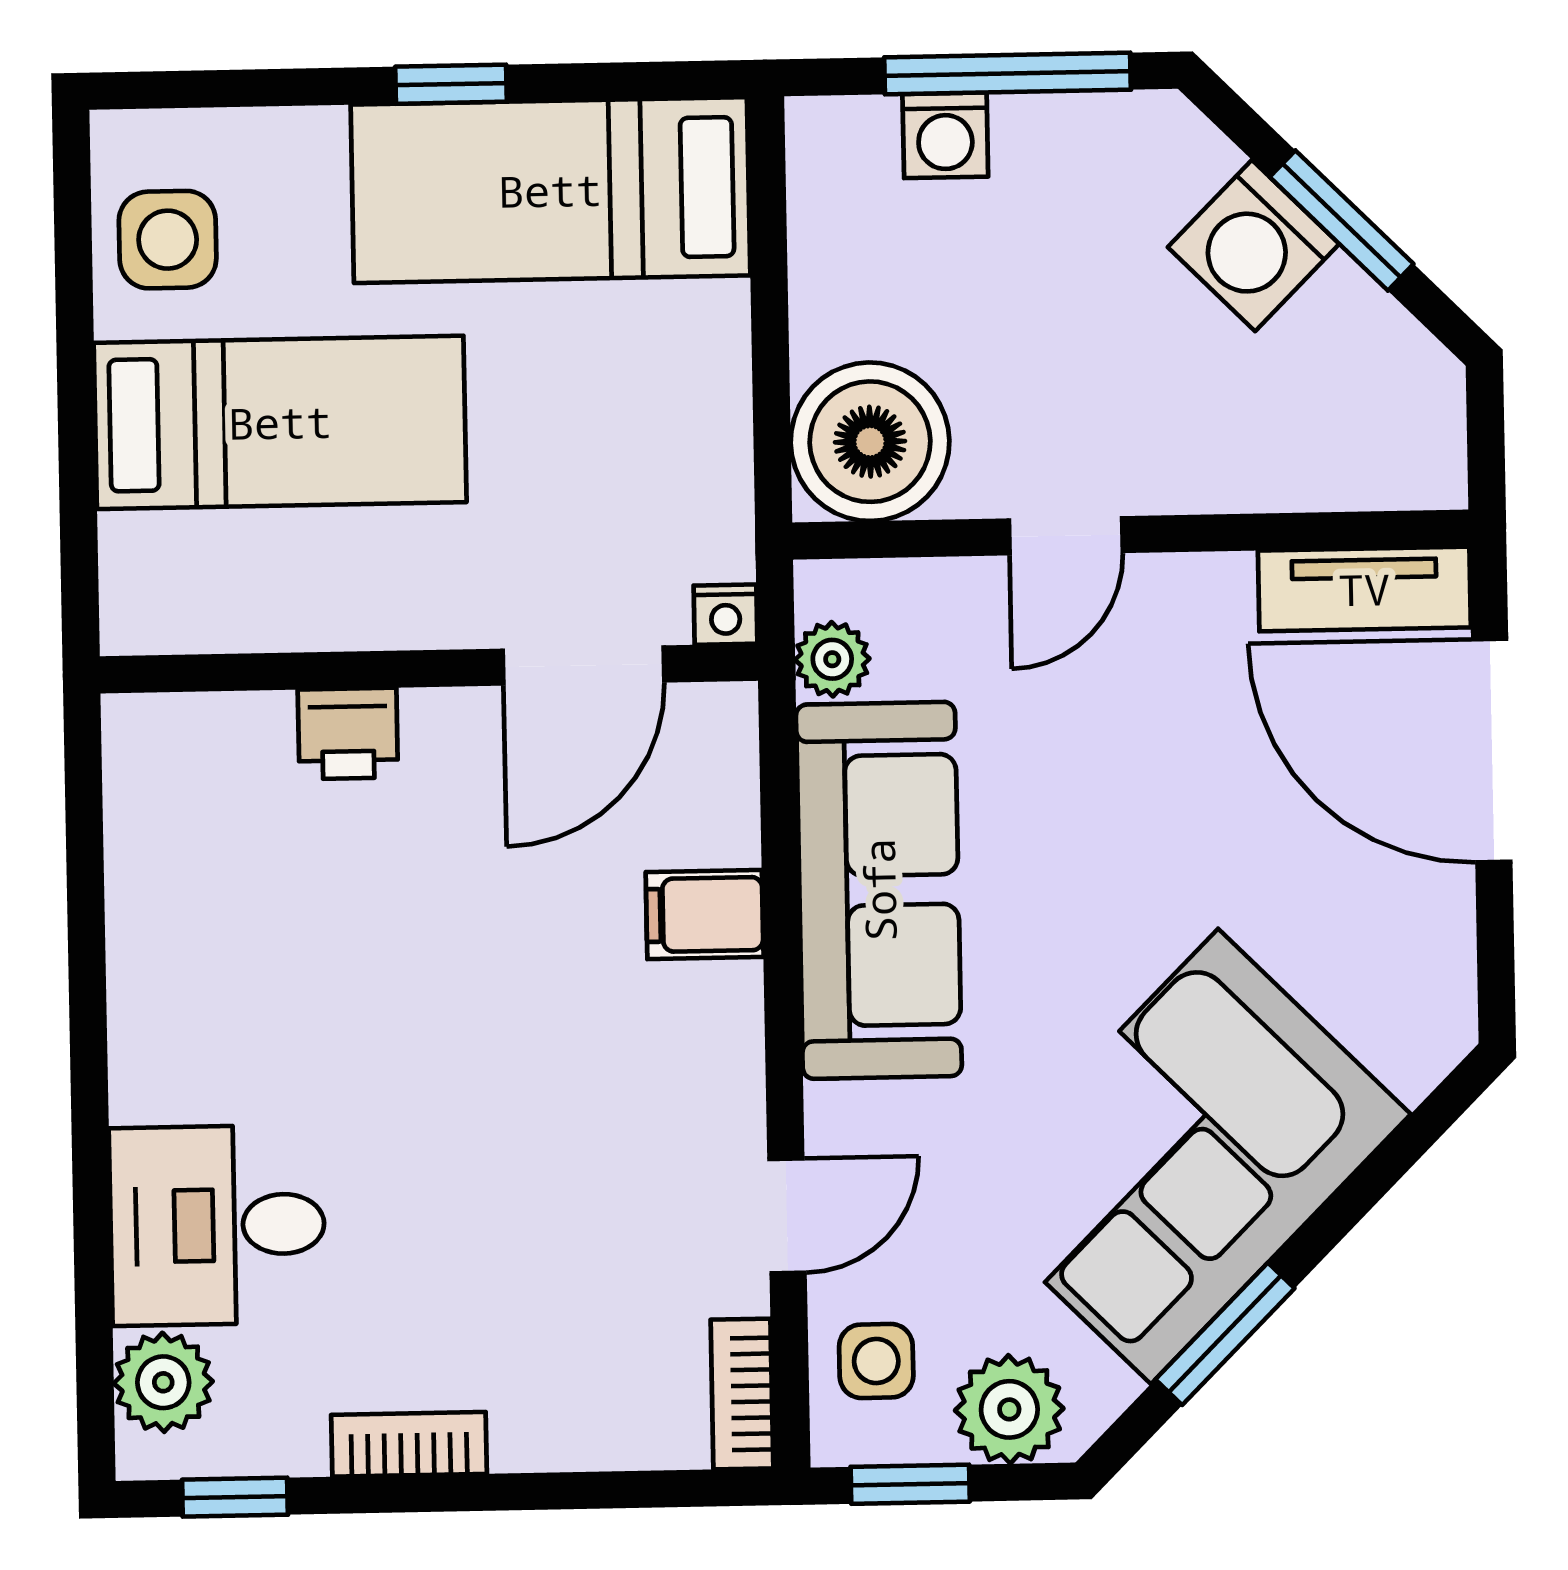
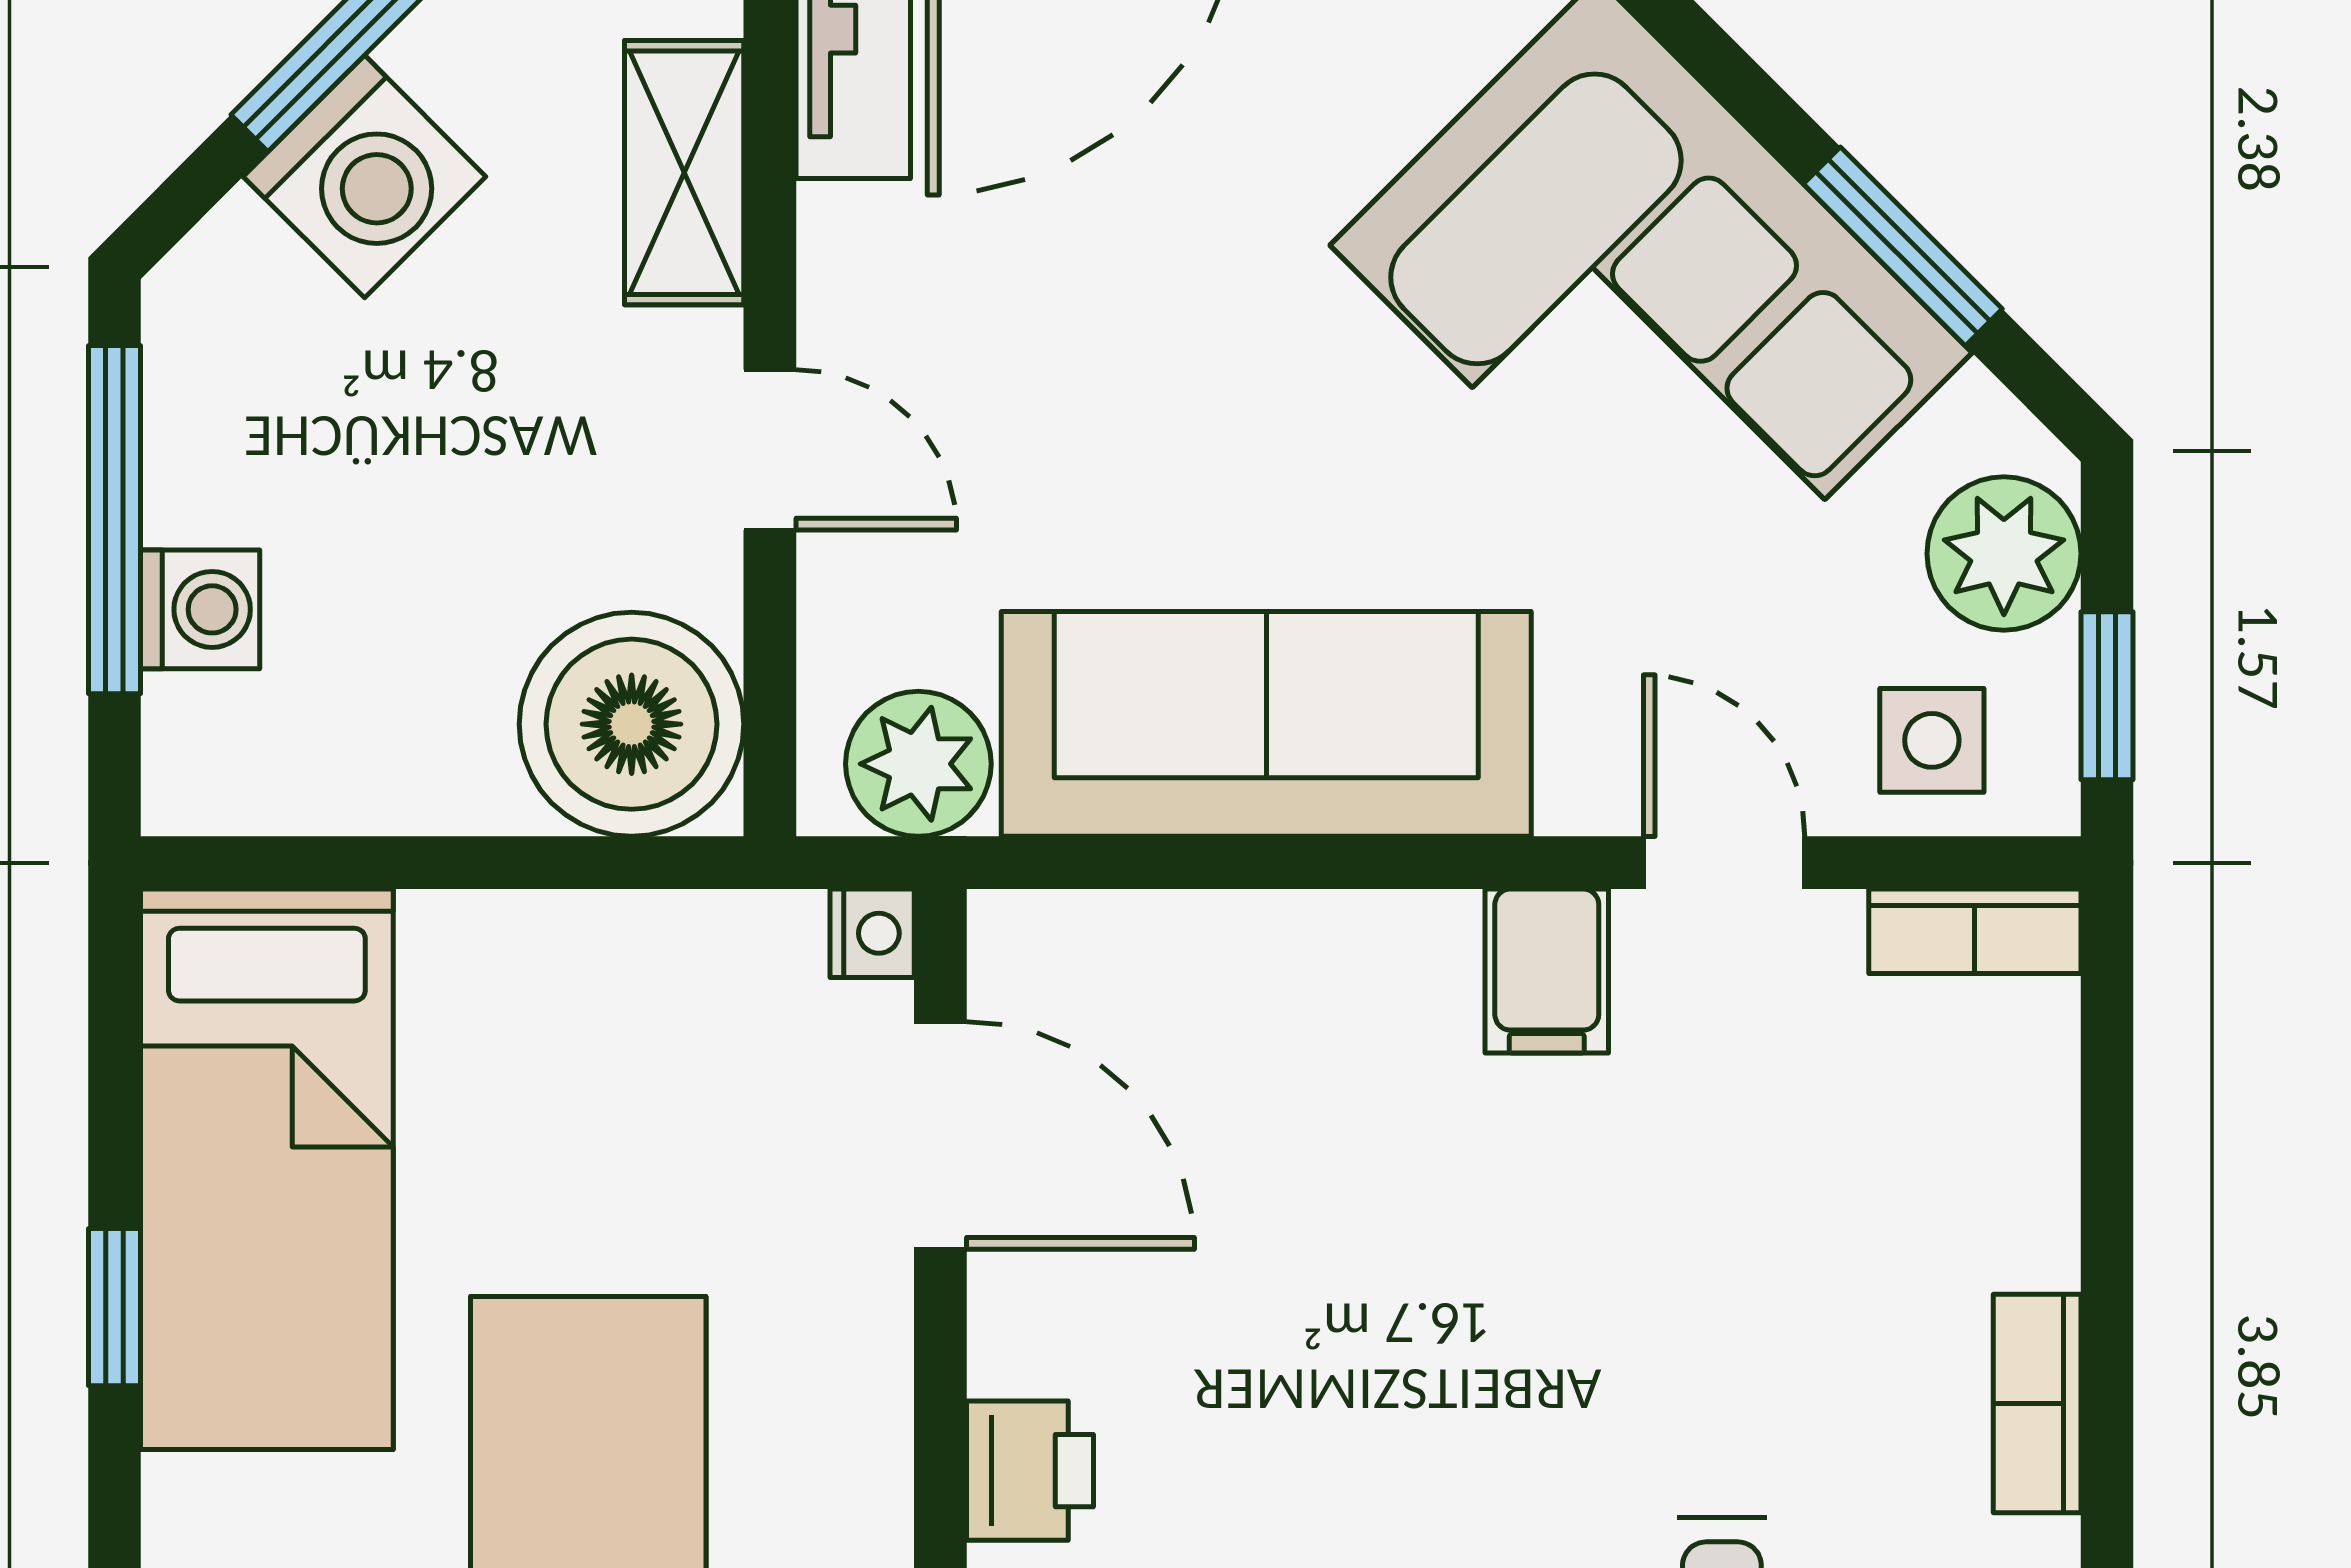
shelving: (1261, 471) -> (684, 173), added
plant: (832, 659) -> (918, 764), width x1.38, depth x1.38
filing cabinet: (705, 915) -> (1547, 971), moved

